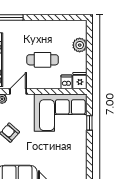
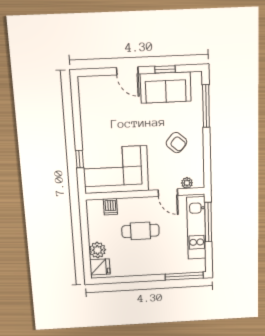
fridge: (80, 81) -> (100, 267), moved, turned -90
door: (18, 91) -> (168, 193), hinge flipped

